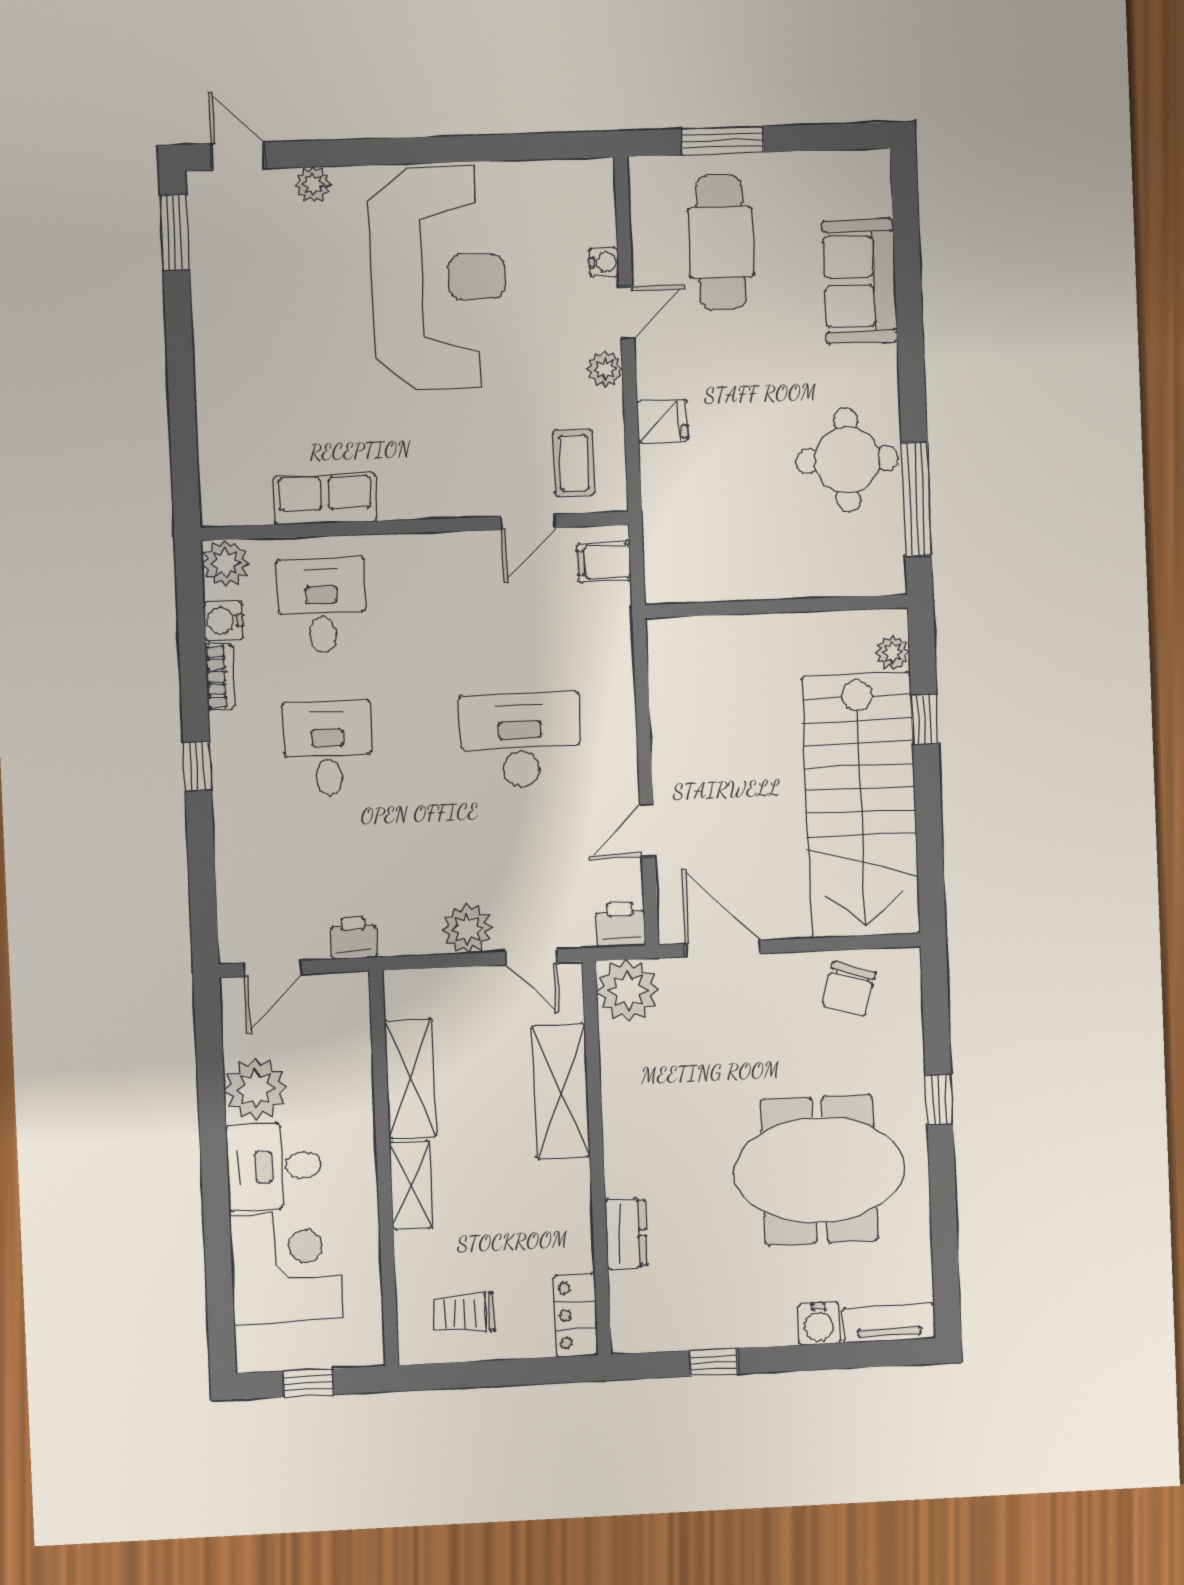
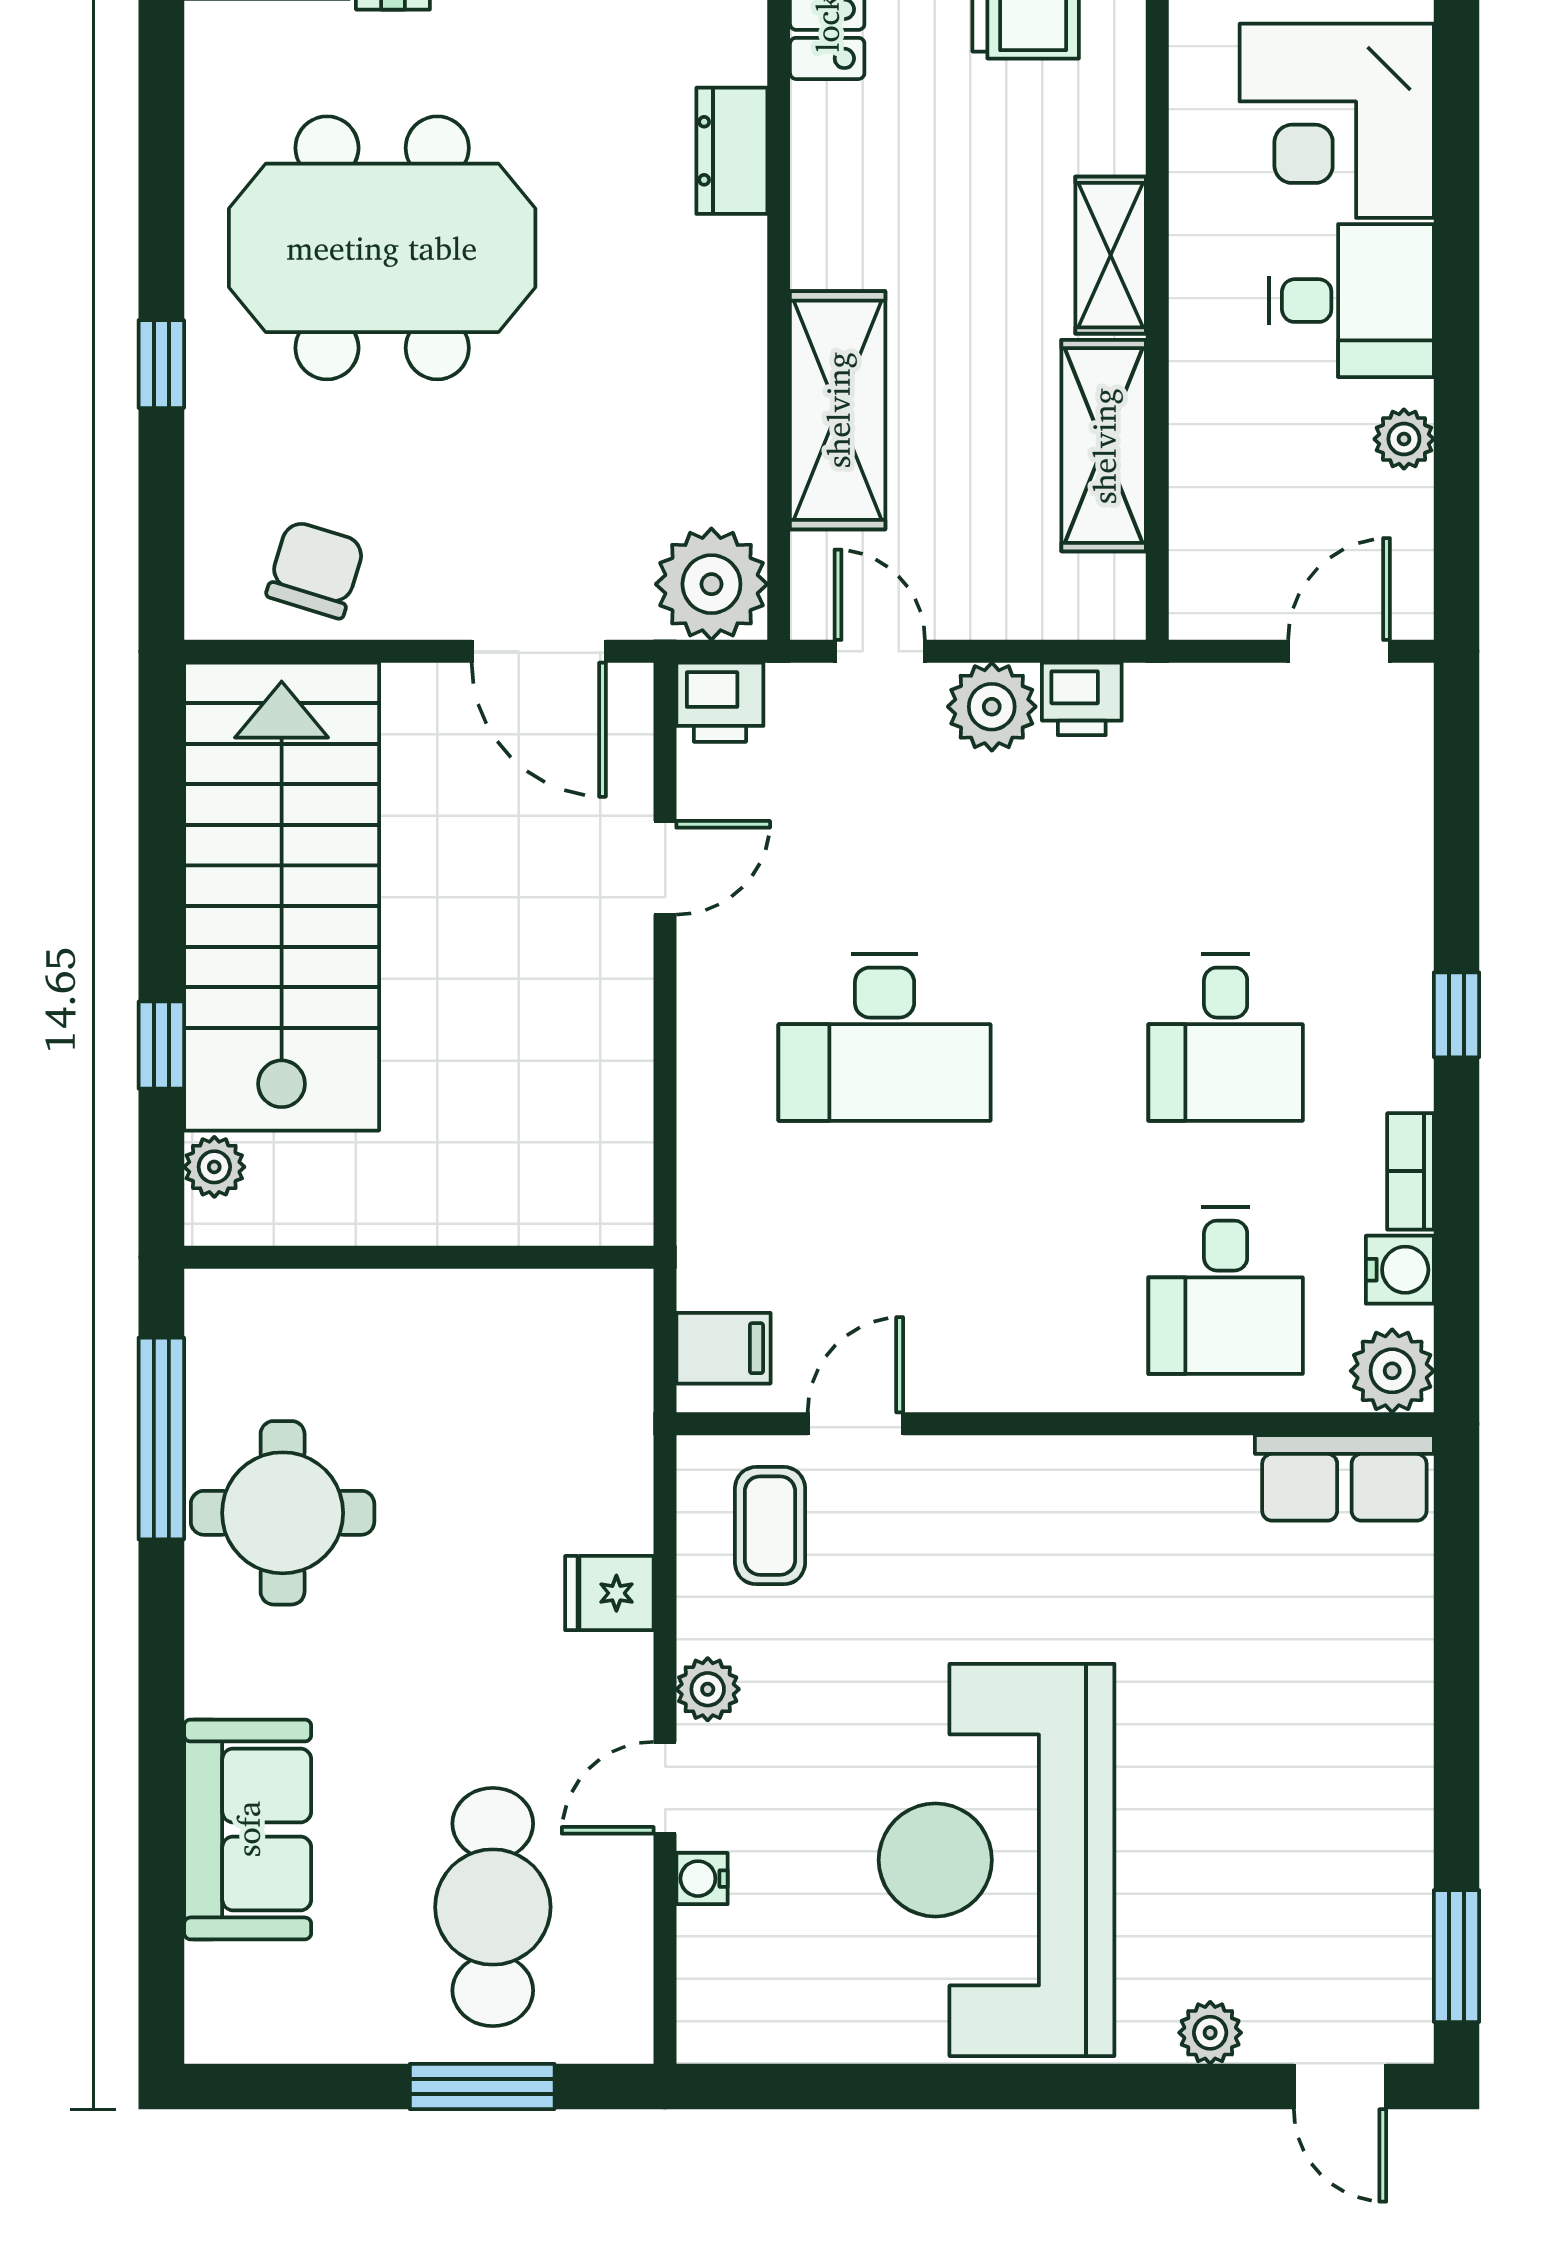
row of seats: (325, 499) -> (1344, 1478), moved
printer: (354, 938) -> (1082, 699), moved
plant: (256, 1089) -> (1404, 439), width x0.53, depth x0.53

